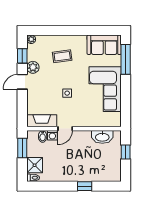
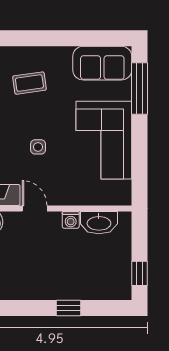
door: (65, 129) -> (35, 209), swing flipped
washing machine: (52, 135) -> (71, 220), moved
window: (126, 152) -> (140, 273), moved

